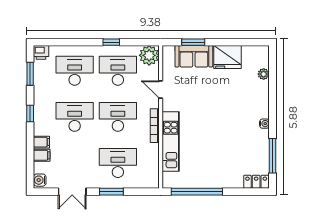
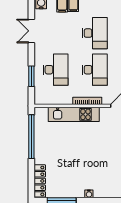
locker: (256, 182) -> (40, 181), width x1.53
window: (111, 192) -> (31, 76), moved

